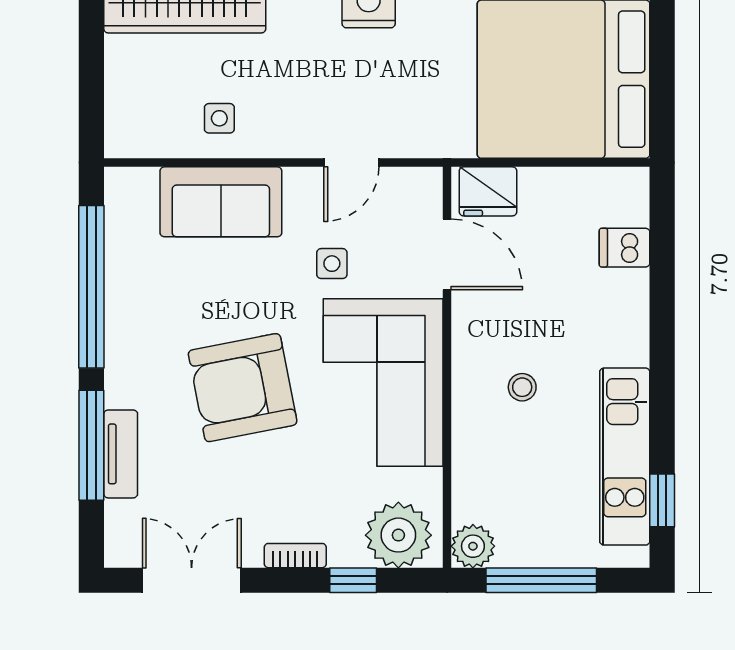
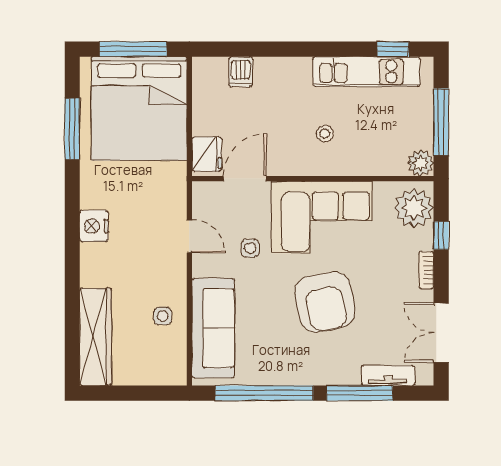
window: (662, 69) -> (133, 49), added
sofa: (221, 202) -> (213, 328), width x1.36
tv unit: (121, 454) -> (388, 375), moved

